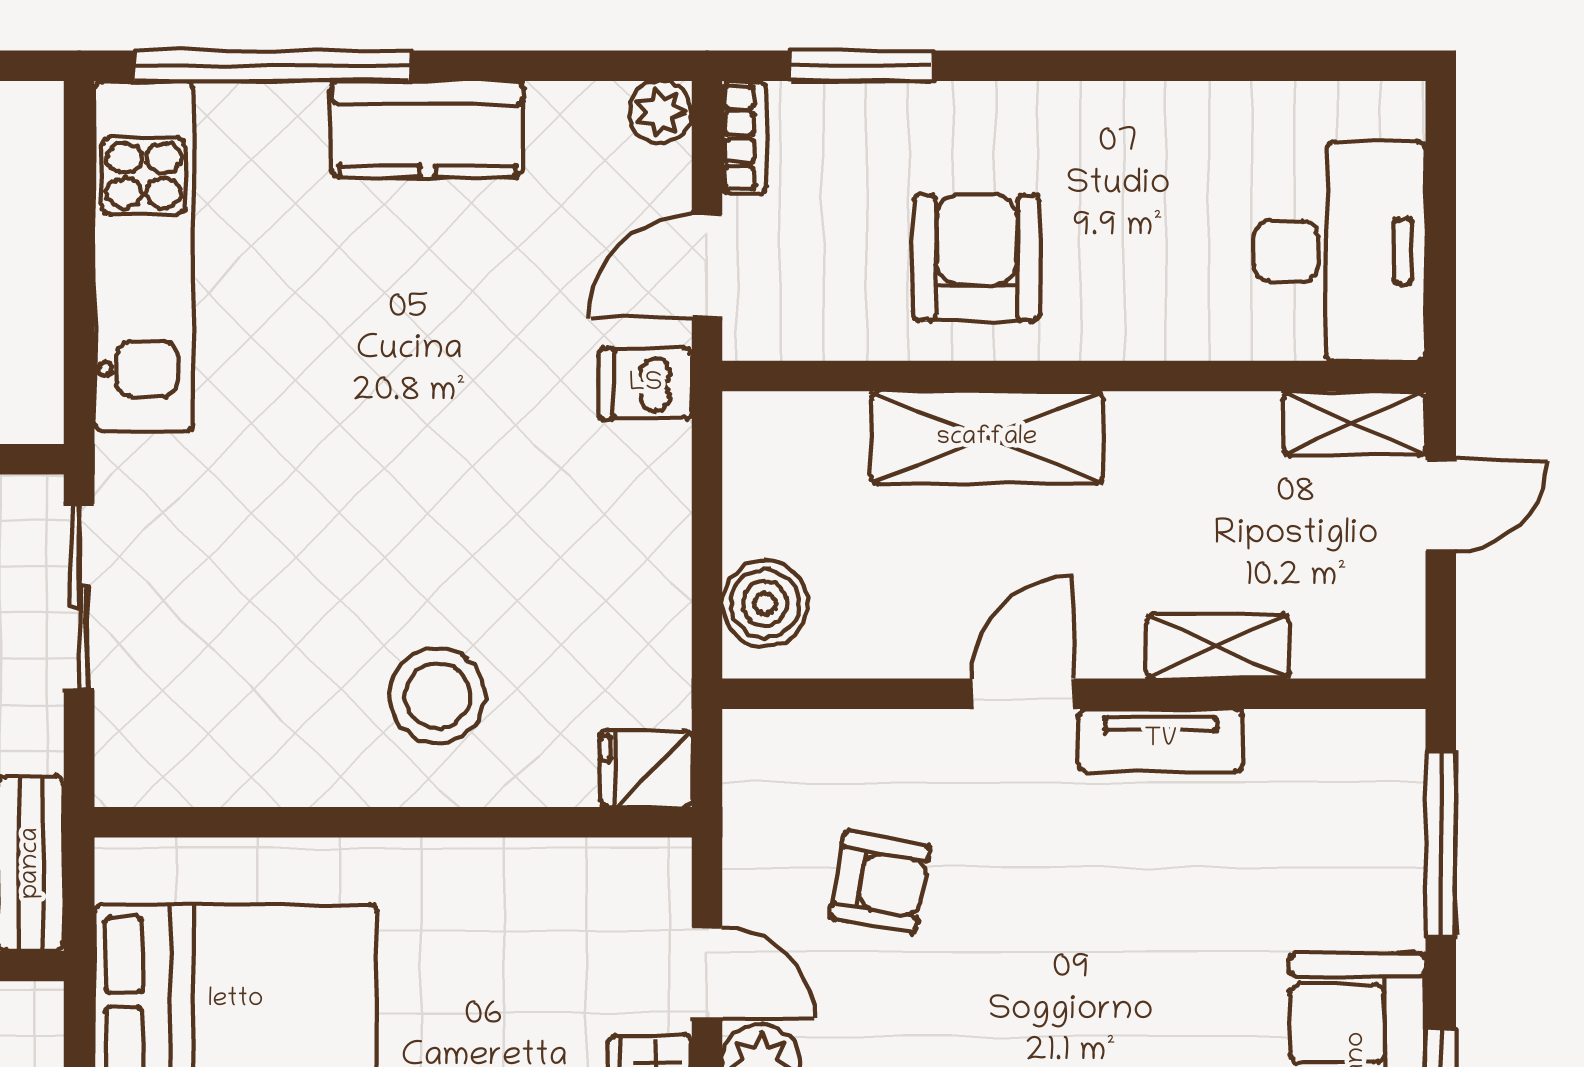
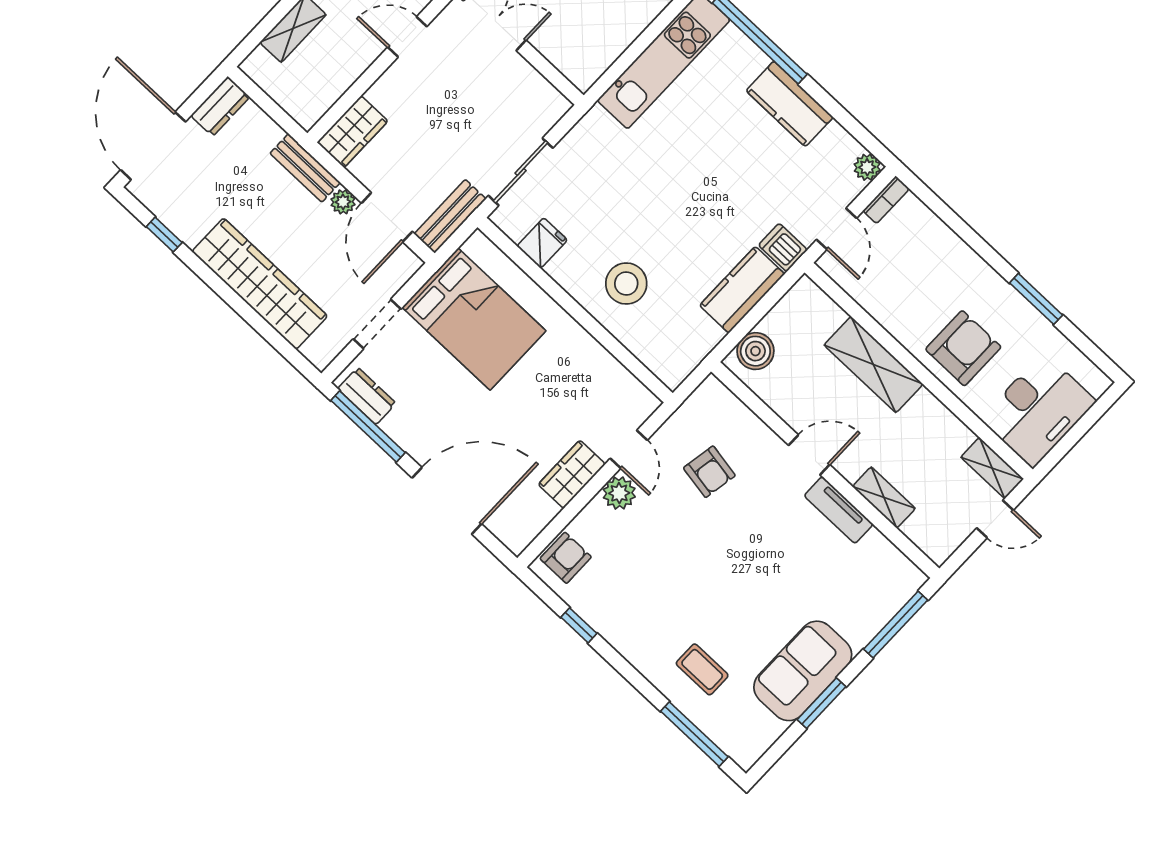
window: (861, 66) -> (1036, 299), moved
armchair: (977, 258) -> (963, 348), moved
door: (707, 266) -> (836, 229), swing flipped
kitchen counter: (644, 521) -> (742, 290), added
sliding door: (79, 597) -> (521, 172), moved
fridge: (646, 769) -> (542, 243), moved, turned 90

